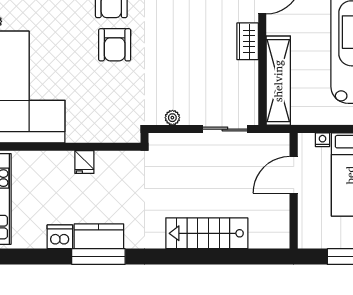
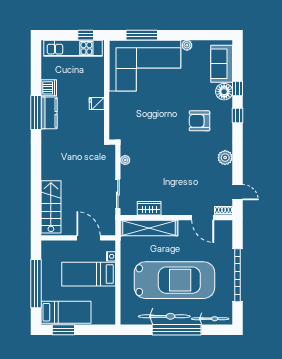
wardrobe: (248, 41) -> (149, 208), moved
armchair: (115, 45) -> (172, 123), removed
stairs: (207, 233) -> (51, 207), moved

